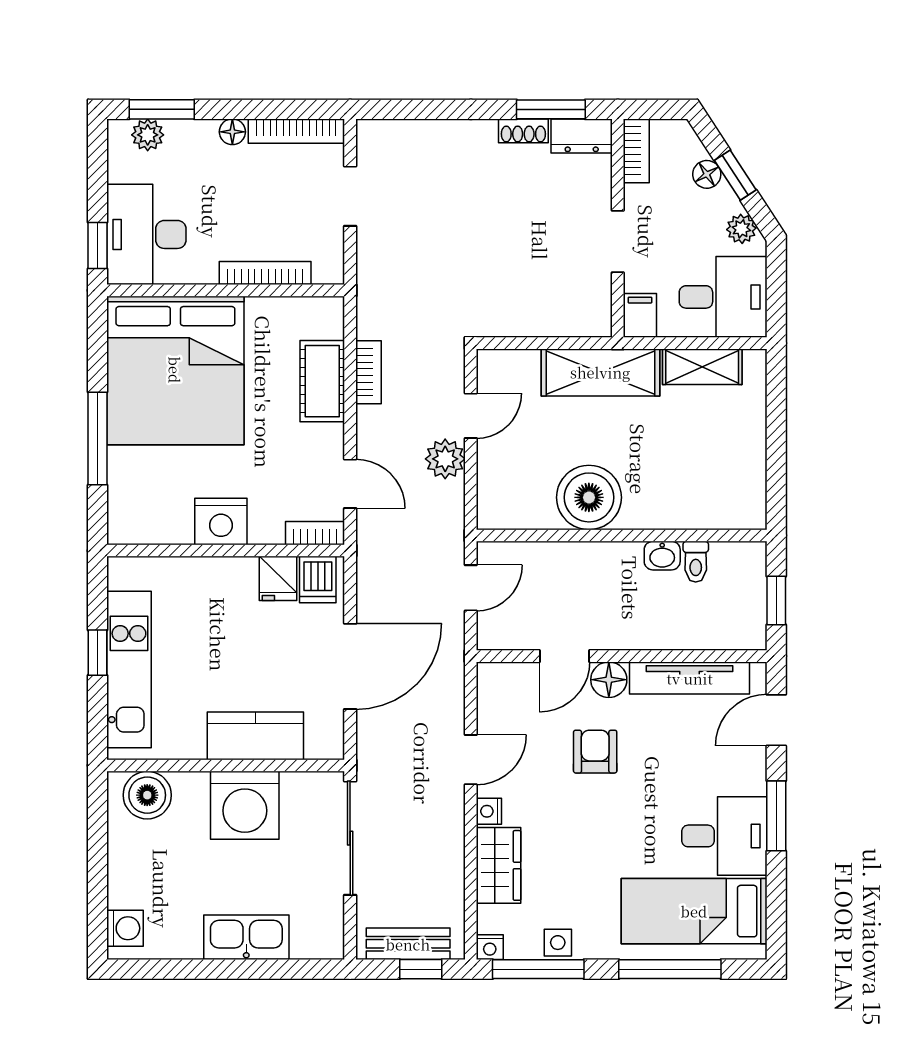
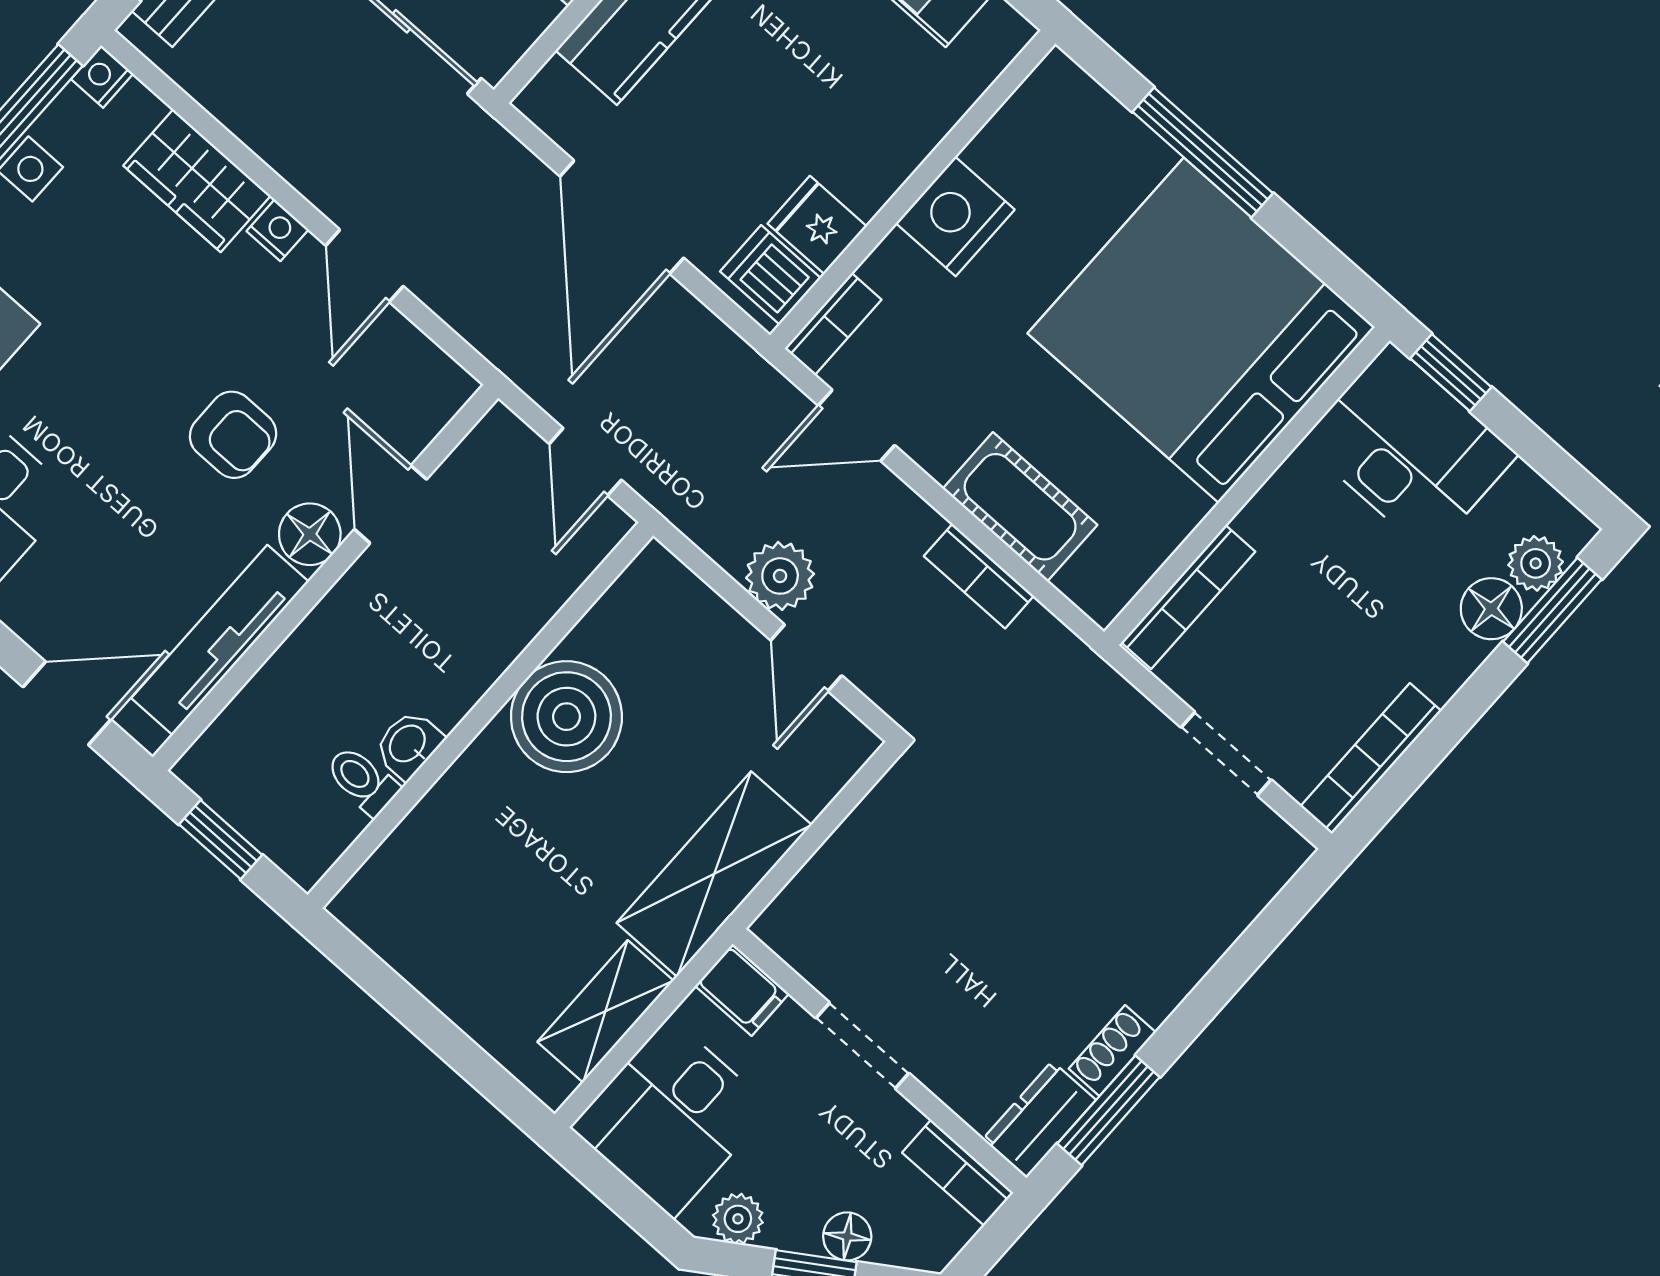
floor lamp: (232, 132) -> (1491, 609), moved, width x1.37, depth x1.37
bookcase: (265, 273) -> (1188, 597), moved
door: (776, 720) -> (67, 703), hinge flipped

